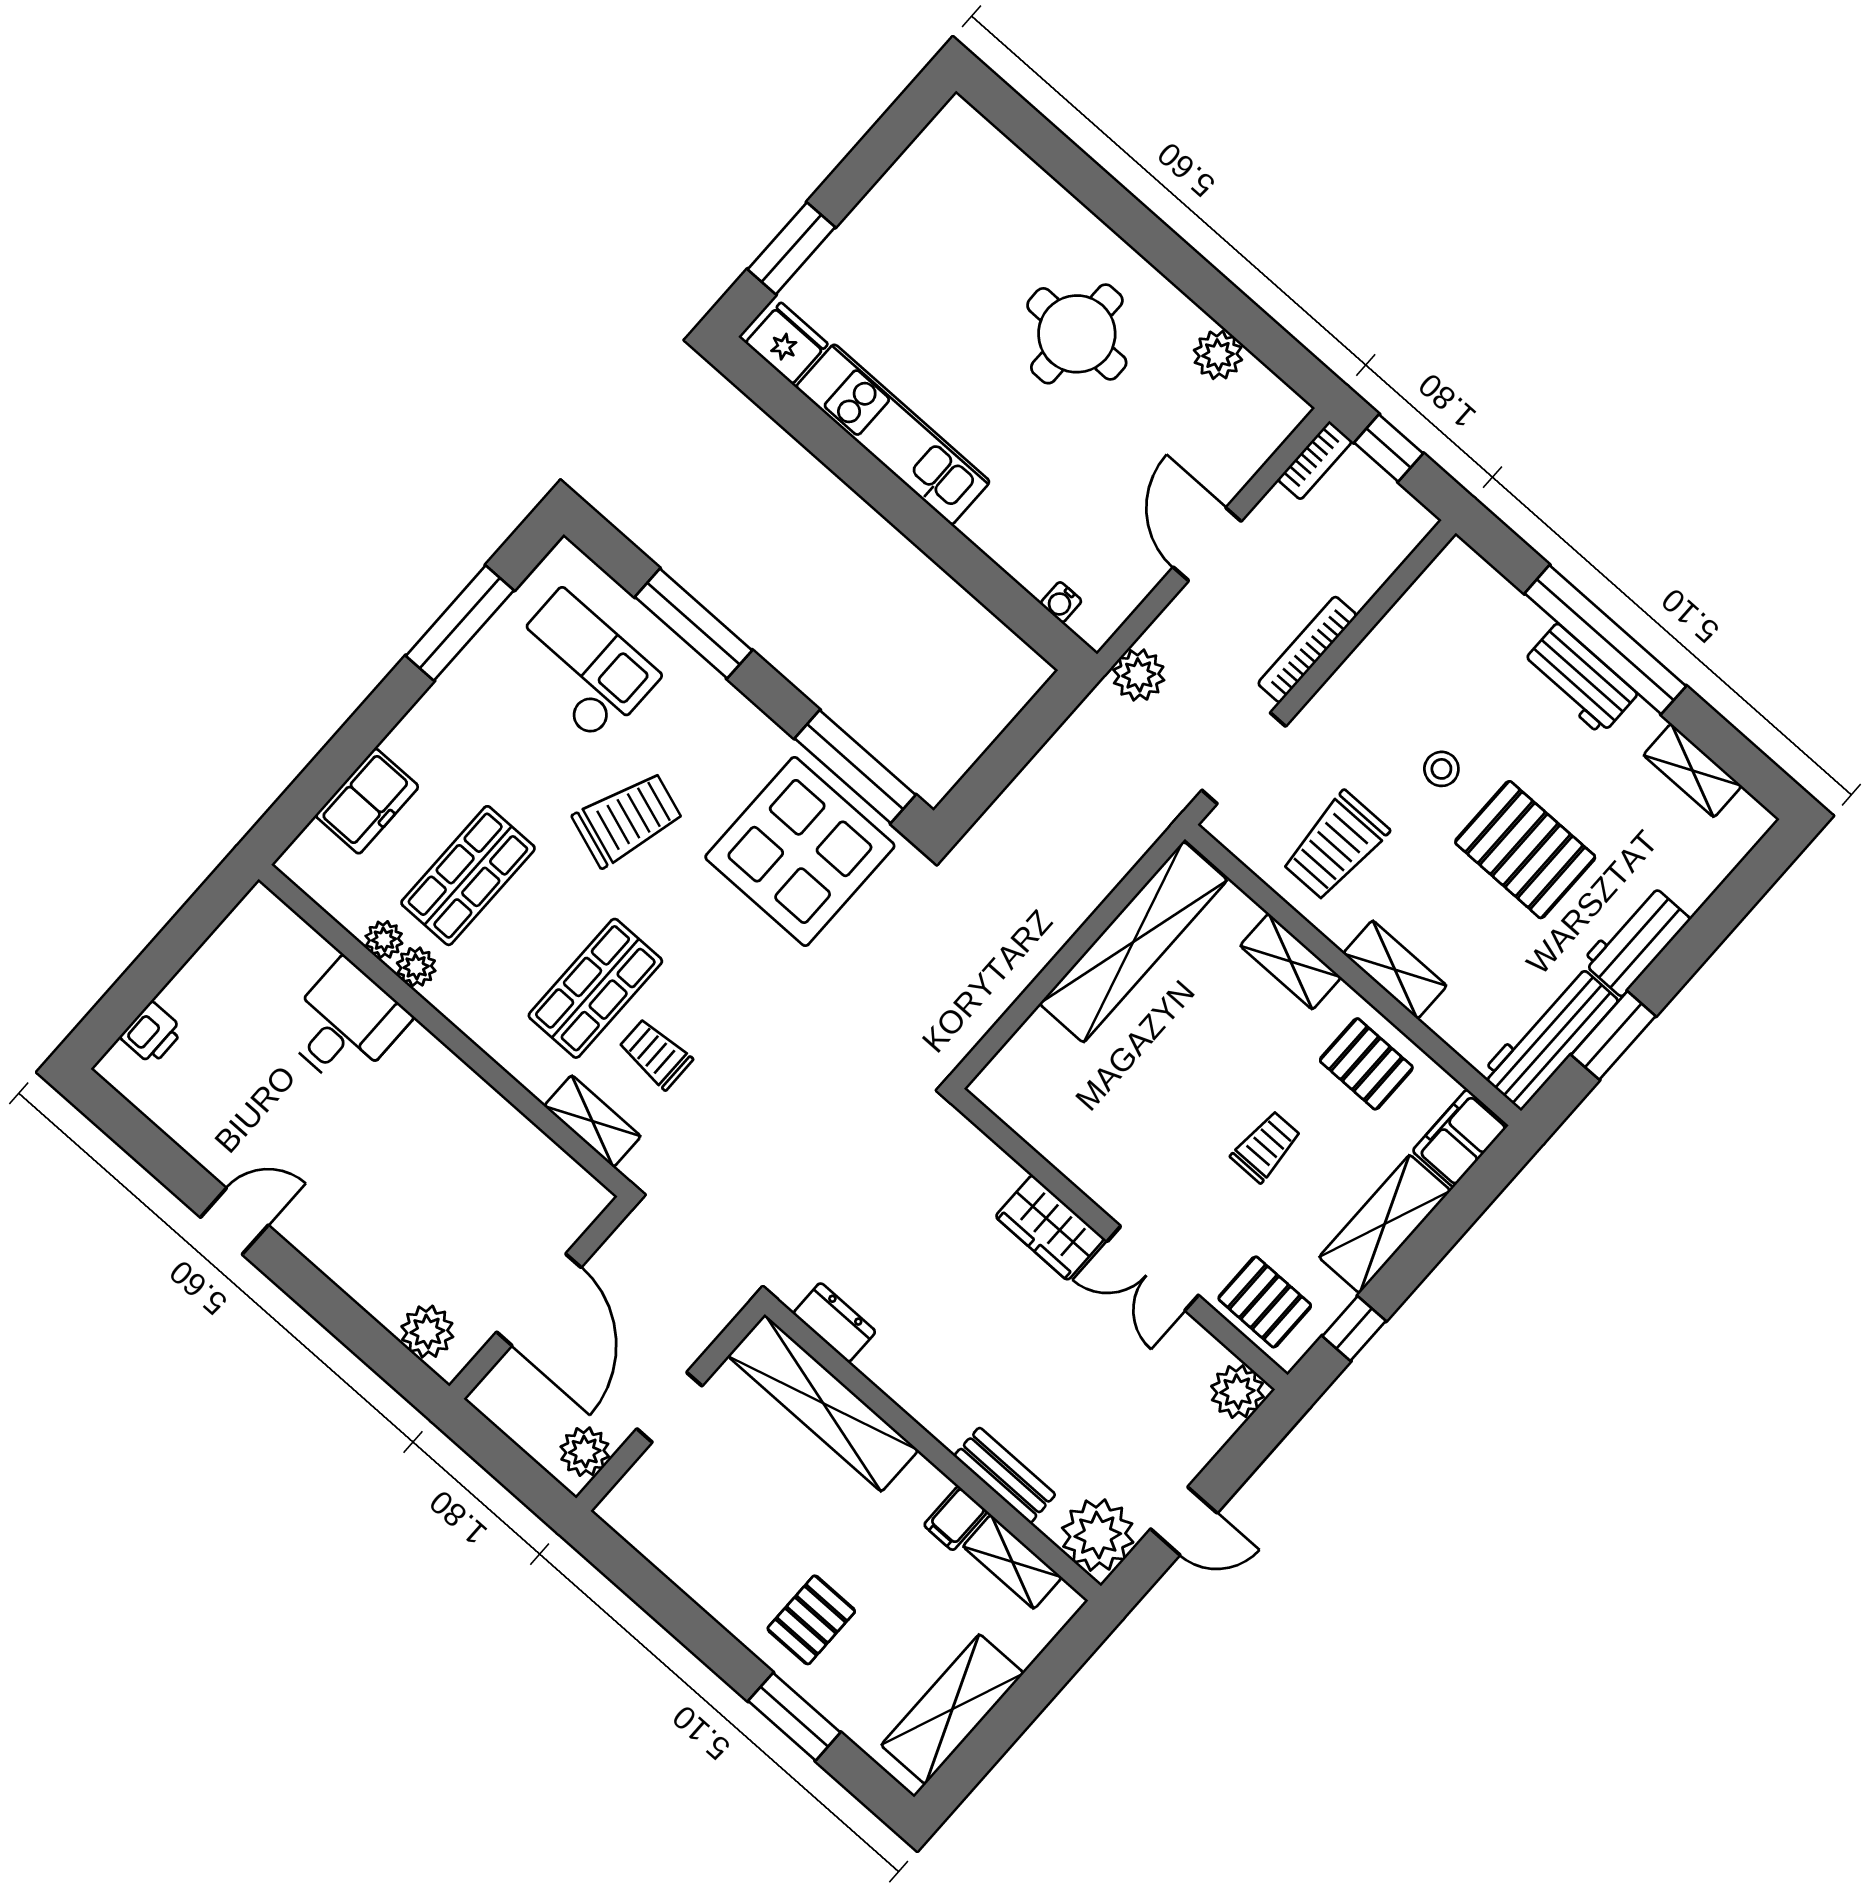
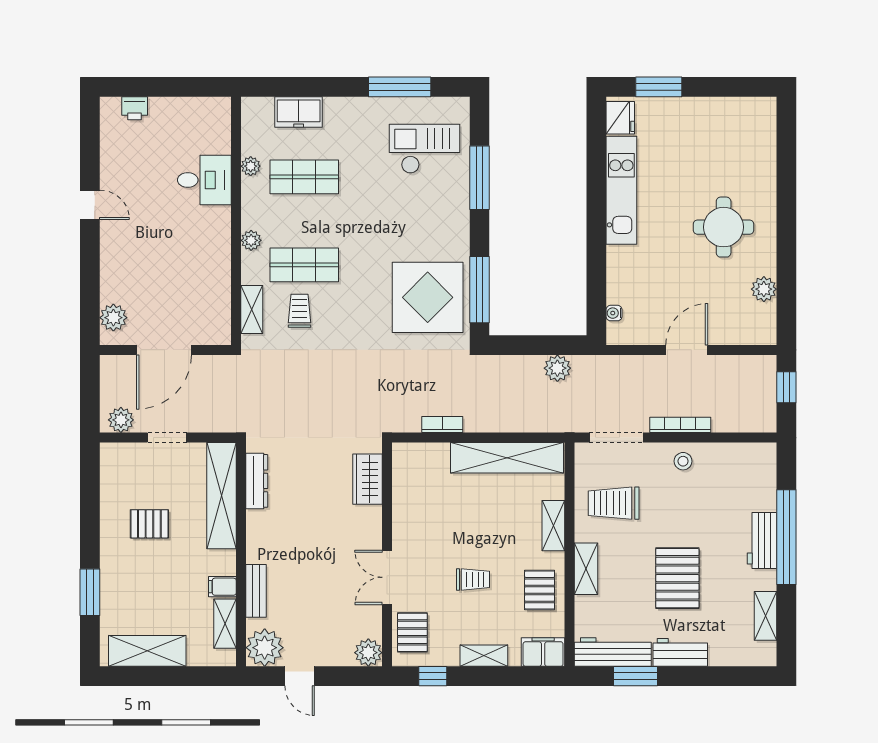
bookcase: (1315, 460) -> (442, 425), moved, turned 180
checkout: (581, 666) -> (424, 149), turned -90
plant: (1139, 675) -> (557, 368), moved
stool: (1441, 769) -> (683, 461), moved
trolley: (628, 819) -> (381, 219), removed
plant: (416, 967) -> (251, 240), moved
shelving: (1385, 1224) -> (484, 656), width x0.67, depth x0.75
wardrobe: (1050, 1228) -> (367, 479), moved
dresser: (834, 1322) -> (257, 481), width x1.44
pallet: (811, 1620) -> (149, 524), moved

